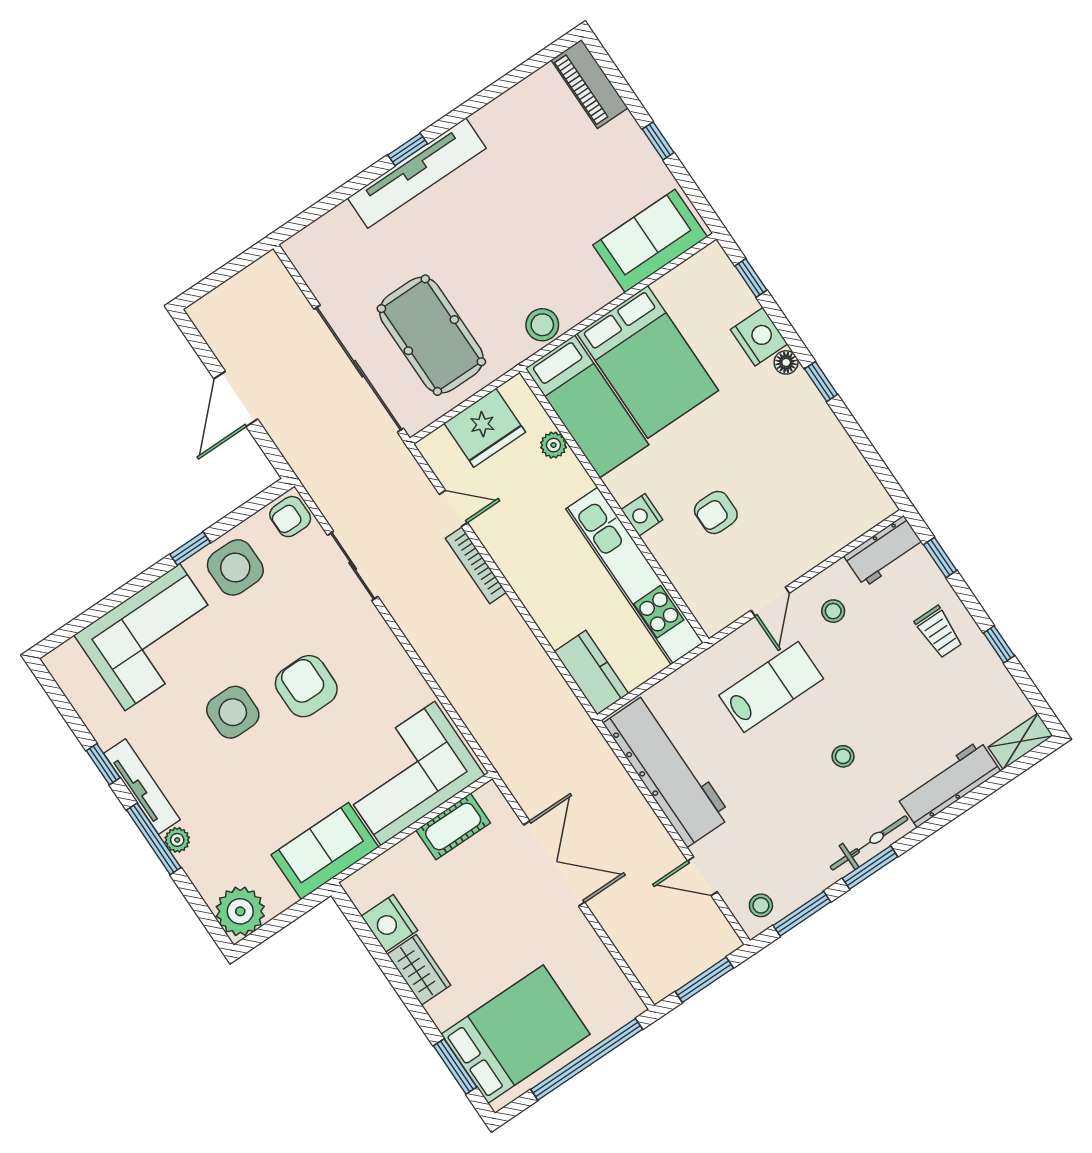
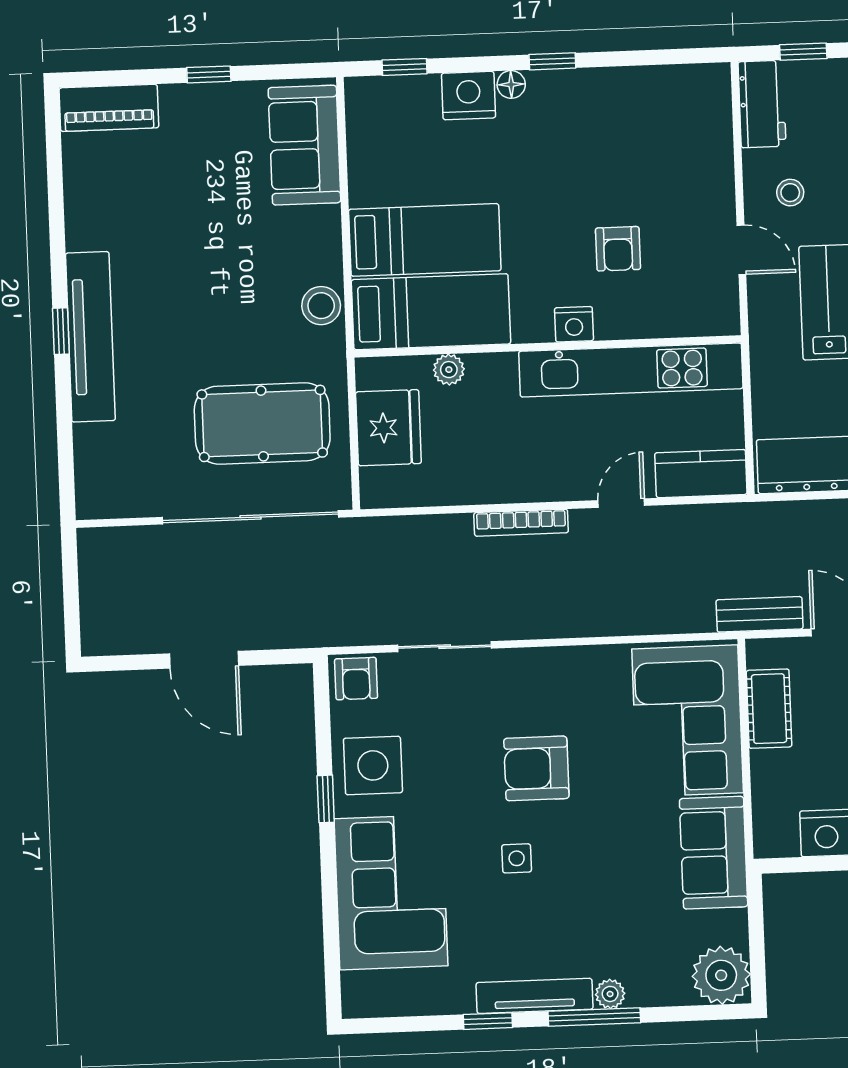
bed: (648, 362) -> (425, 240), width x0.67
door: (453, 508) -> (621, 503), moved
side table: (233, 712) -> (517, 858), width x0.54, depth x0.54
bench: (517, 778) -> (760, 614), added

